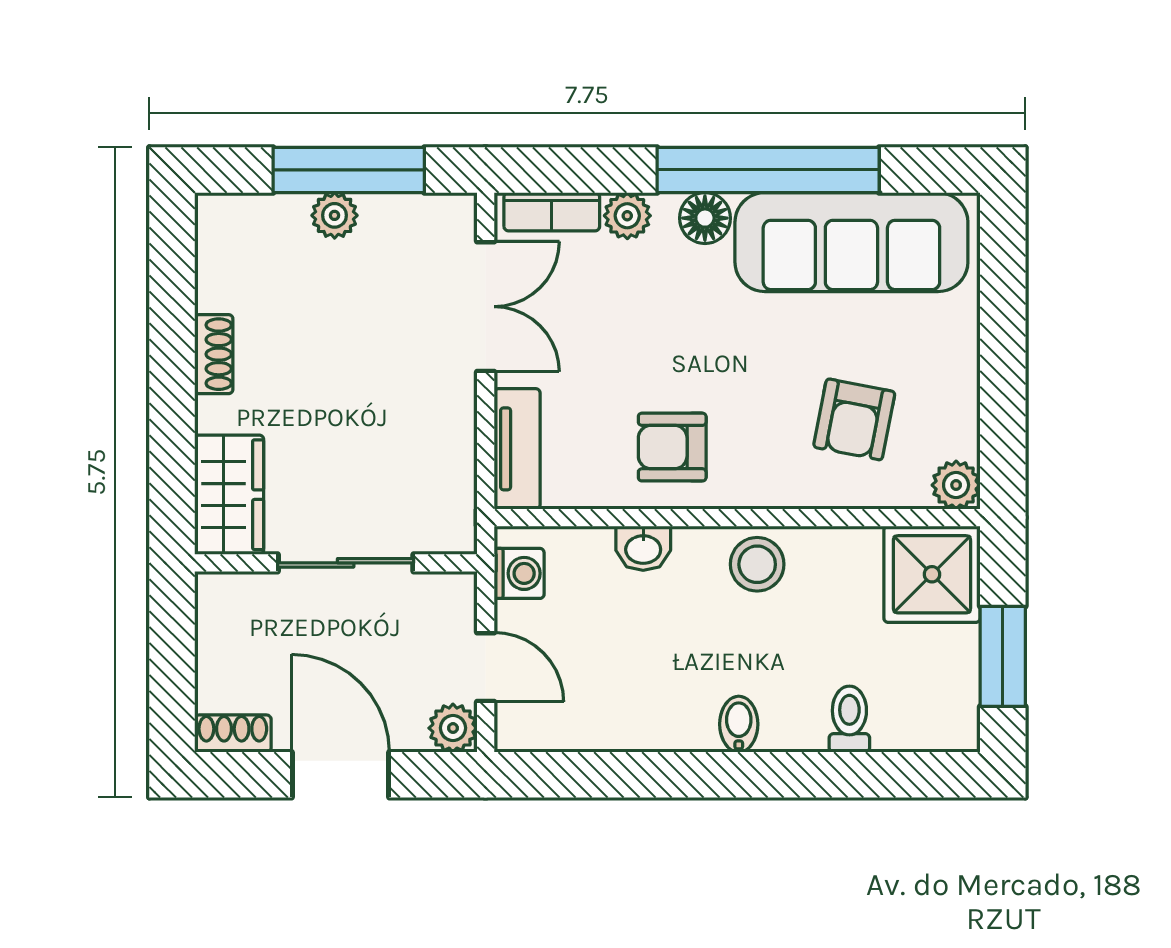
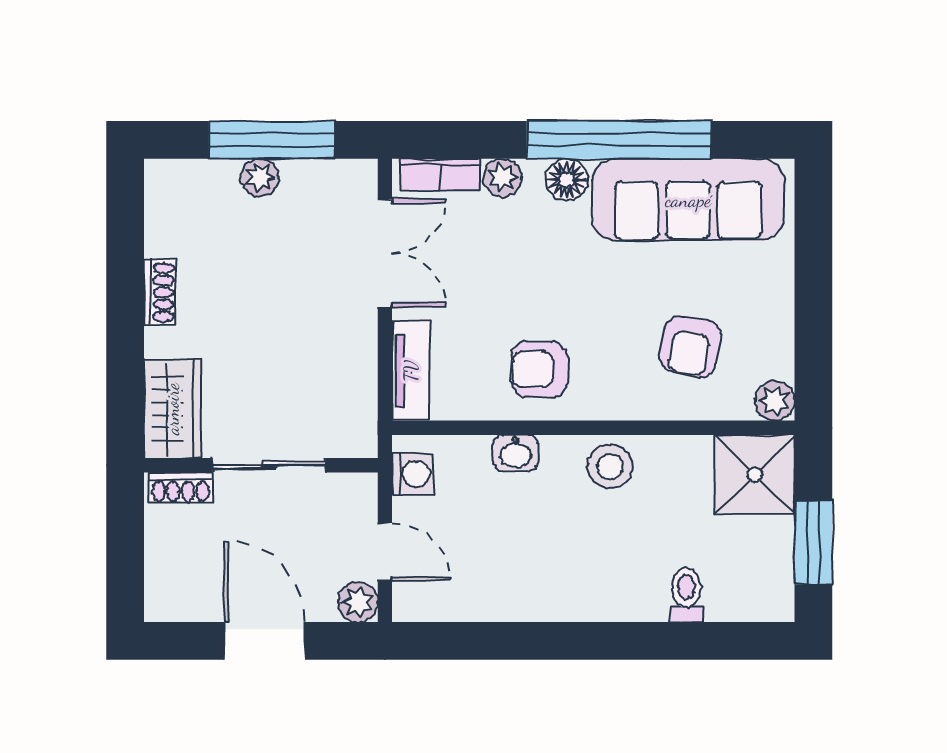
bidet: (739, 724) -> (595, 599), removed
shoe rack: (233, 734) -> (181, 488), moved, turned 180

